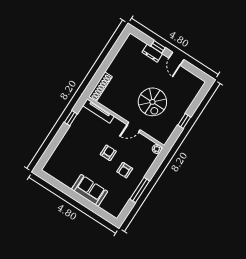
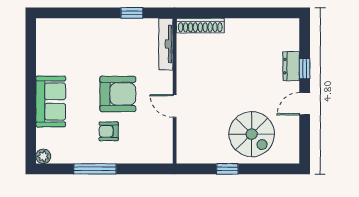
spiral stairs: (152, 102) -> (252, 134), moved, turned -90
plant: (157, 149) -> (43, 156), moved
armchair: (108, 153) -> (118, 94), width x1.88, depth x1.88

